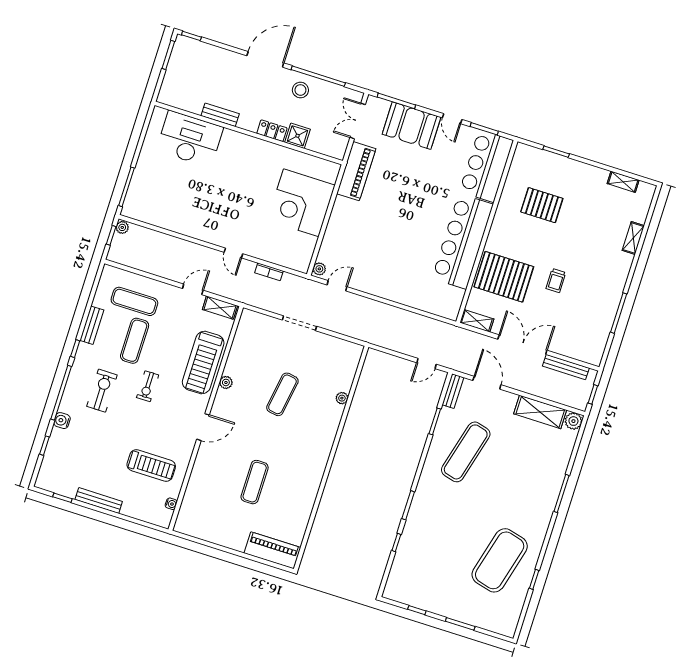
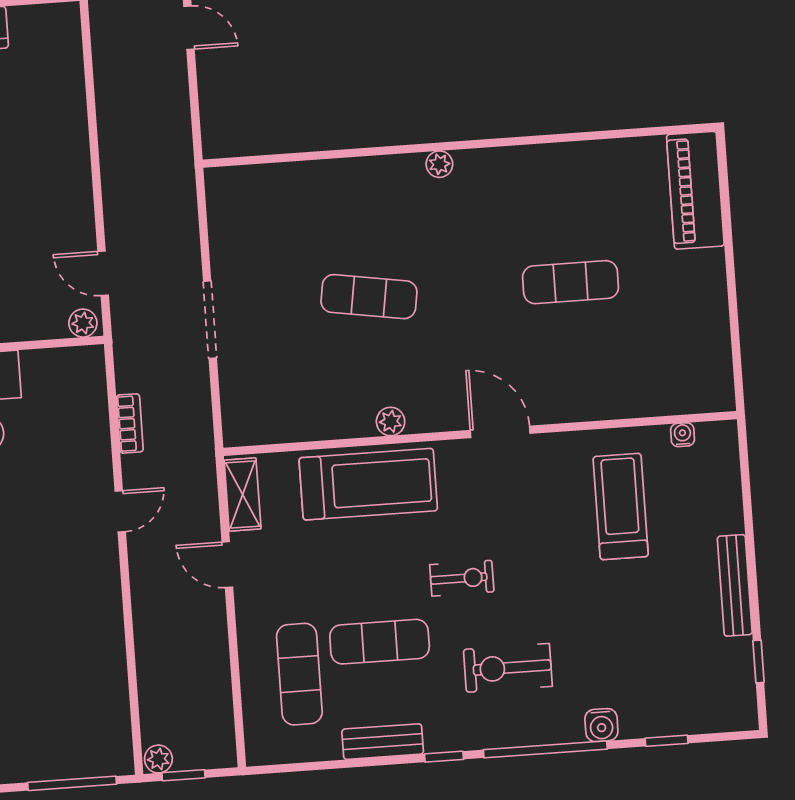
plant: (342, 398) -> (439, 164), moved

